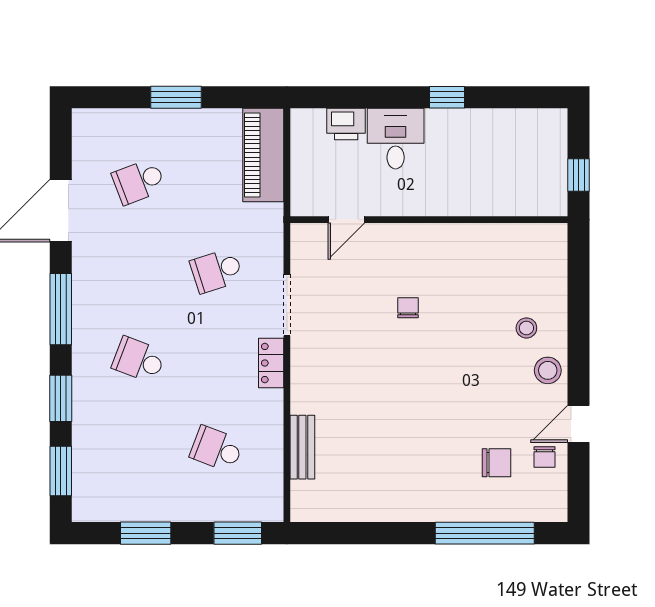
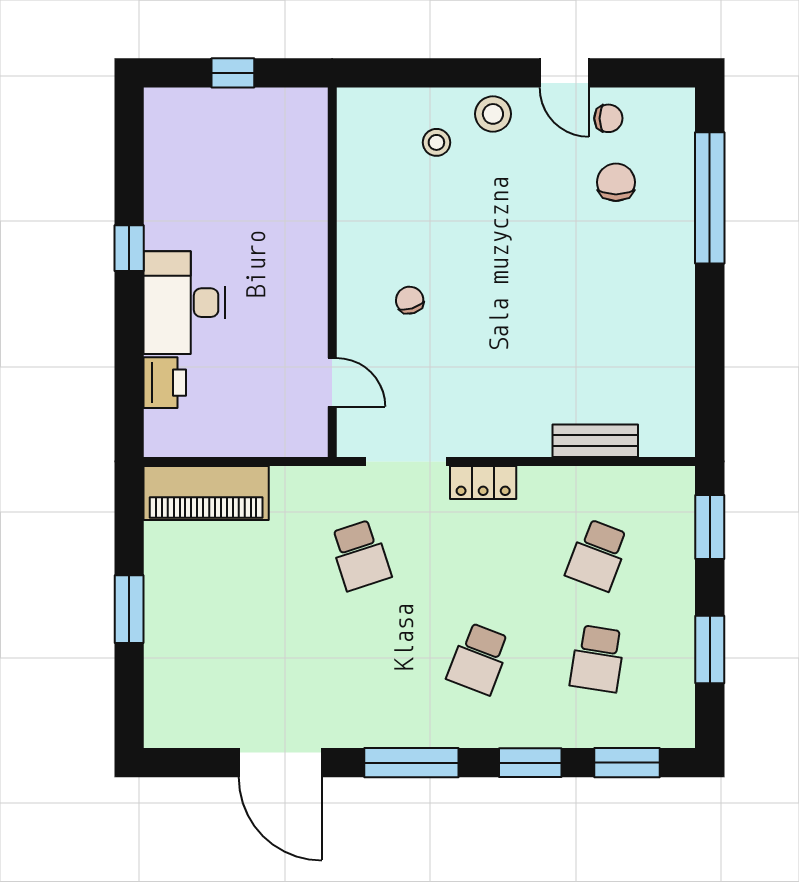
desk: (396, 139) -> (184, 303), width x1.37
school desk: (139, 181) -> (598, 659), moved, turned 30
door: (346, 220) -> (332, 382), moved
wall: (429, 220) -> (332, 272), moved
chair: (408, 308) -> (410, 300), turned 73

